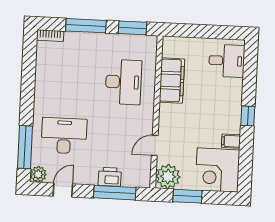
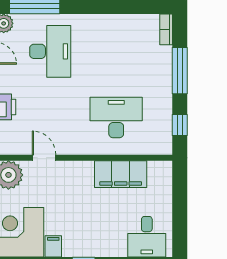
window: (133, 28) -> (180, 125), width x0.67
desk: (123, 82) -> (116, 117), turned 180

